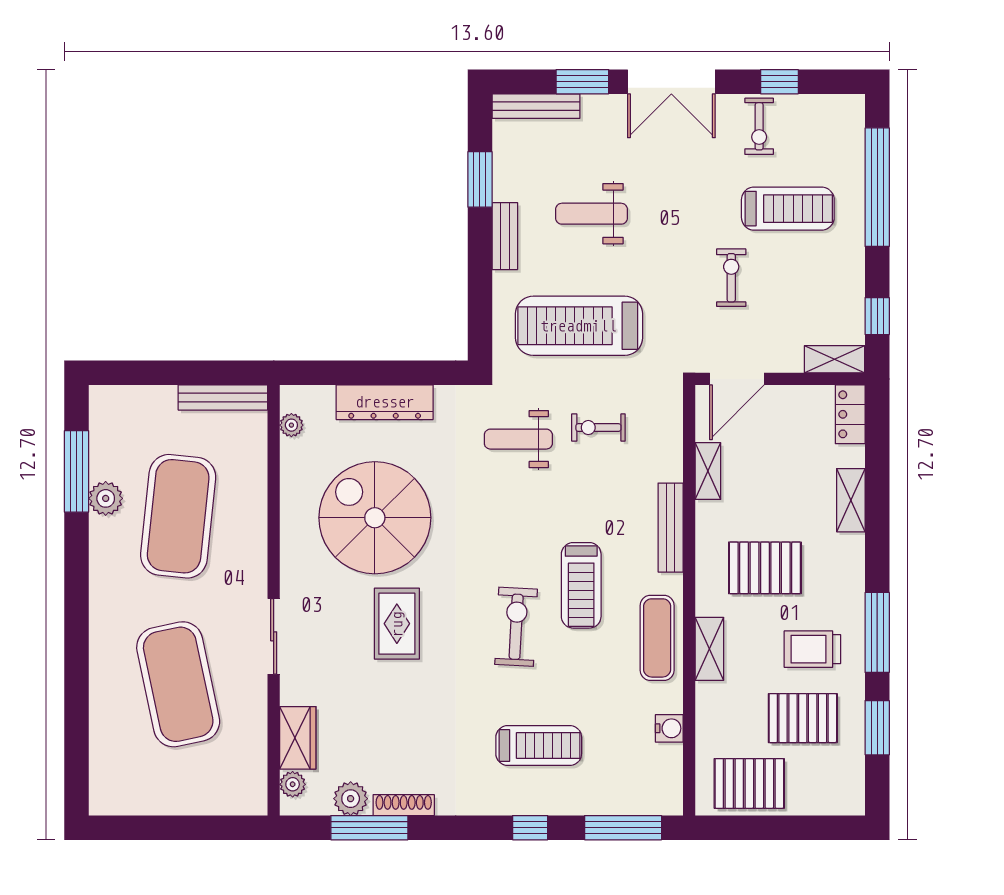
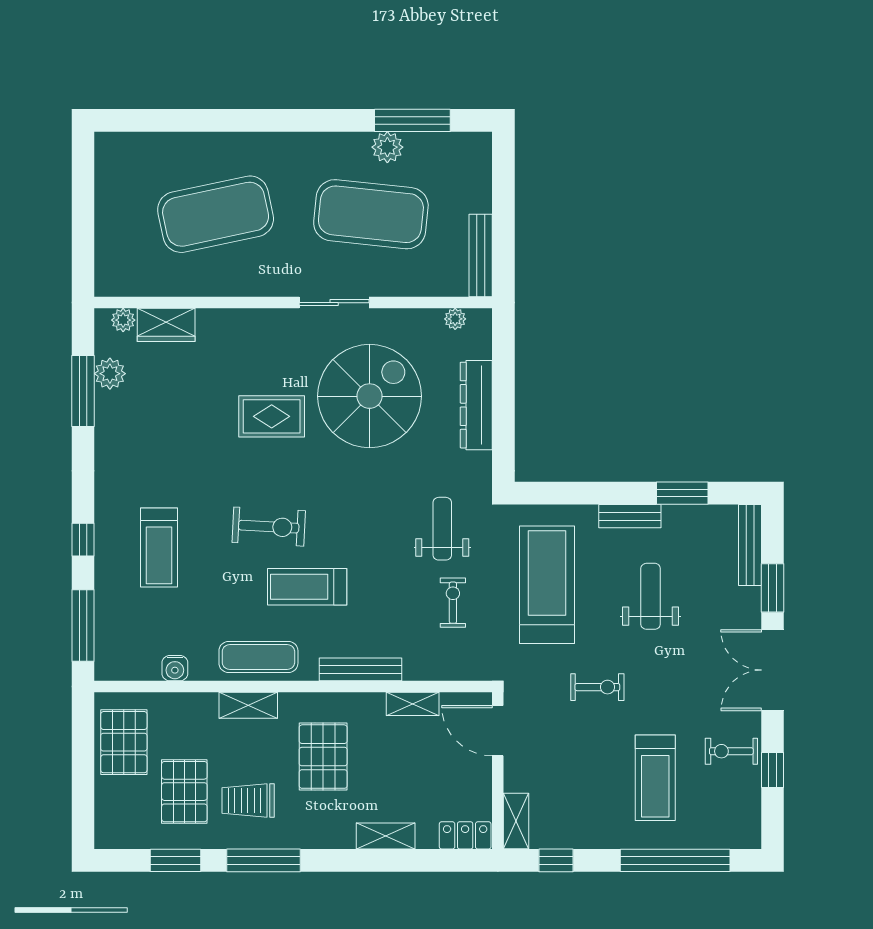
exercise bike: (731, 278) -> (597, 687), moved
sliding door: (274, 636) -> (334, 303), moved
trolley: (812, 649) -> (248, 800), turned -90
shoe rack: (404, 805) -> (104, 423), removed

